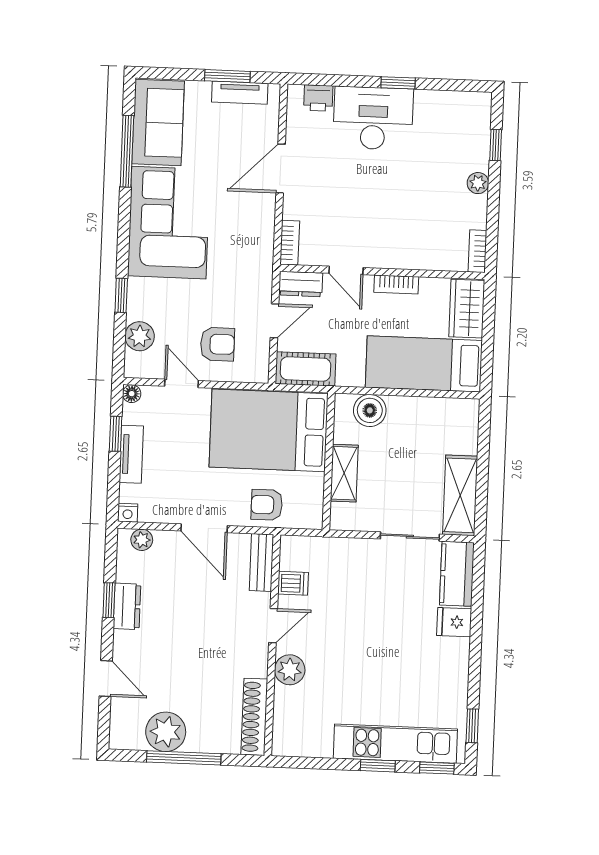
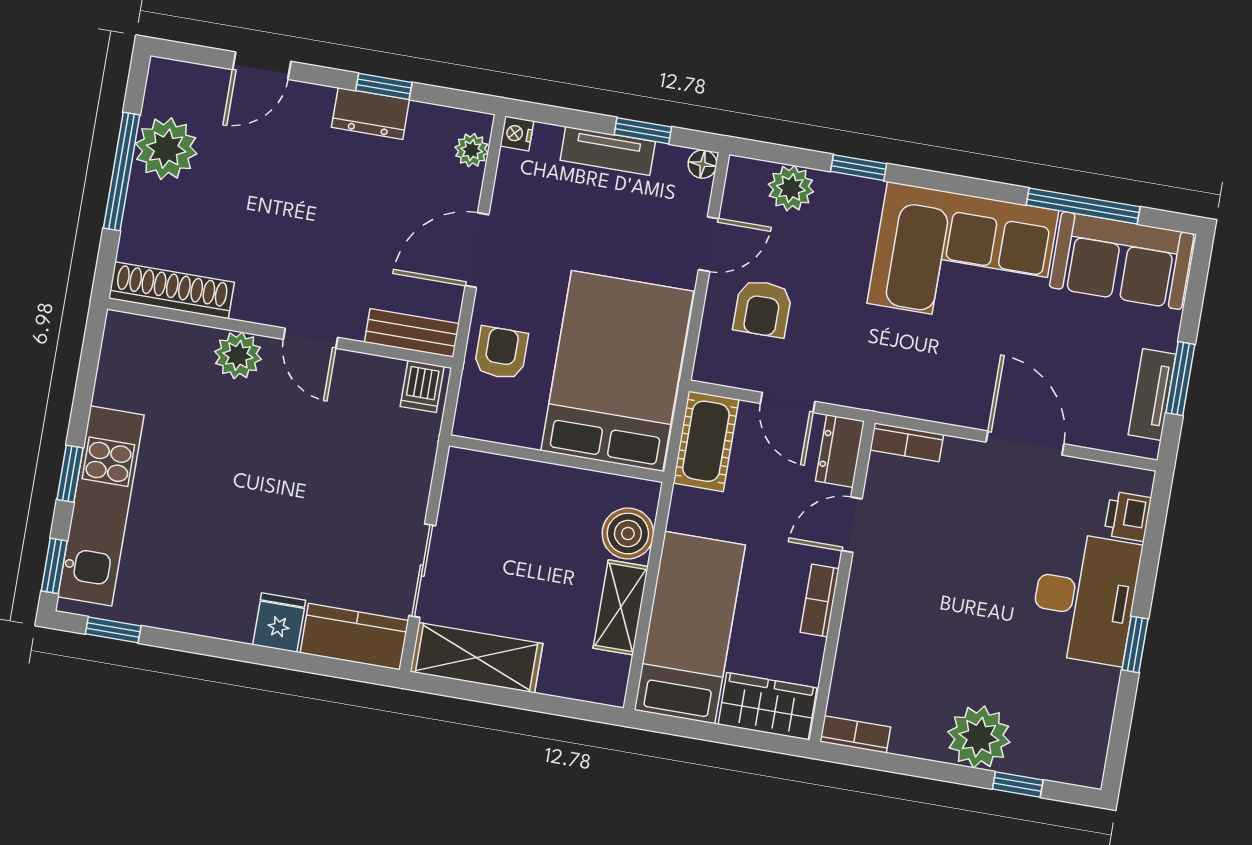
plant: (478, 183) -> (979, 737), width x1.87, depth x1.87
shelving: (344, 473) -> (621, 607), moved, turned 90
dishwasher: (293, 583) -> (422, 386), moved

